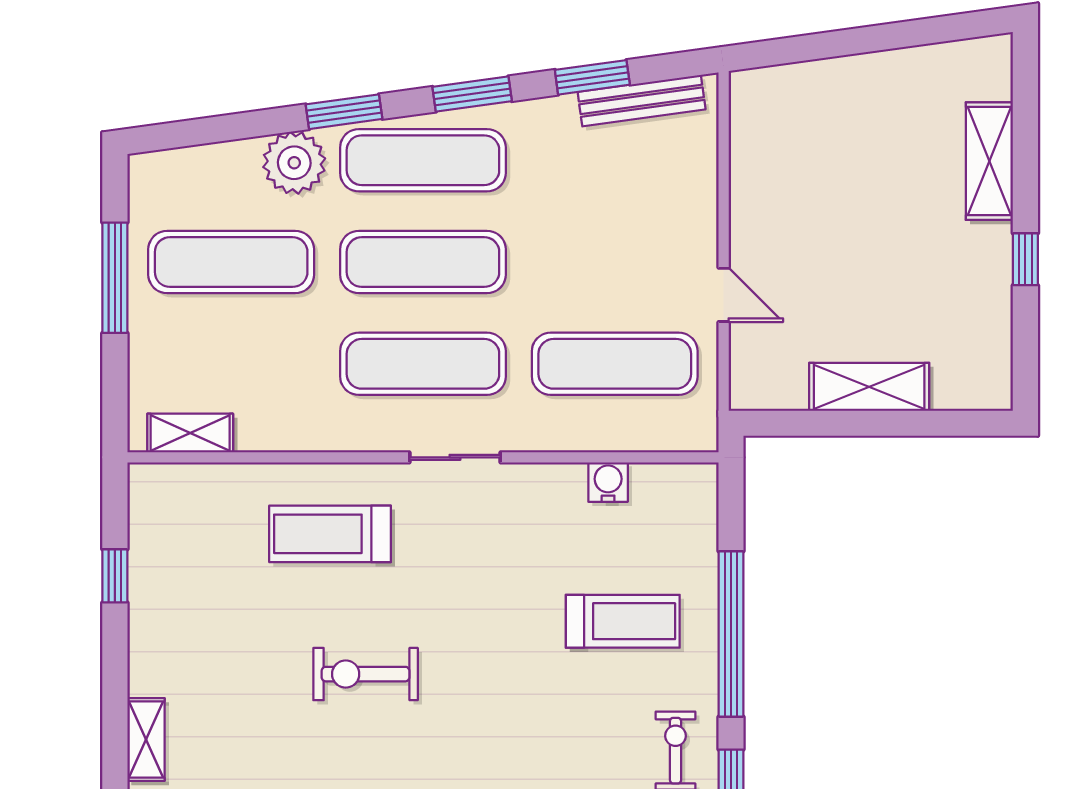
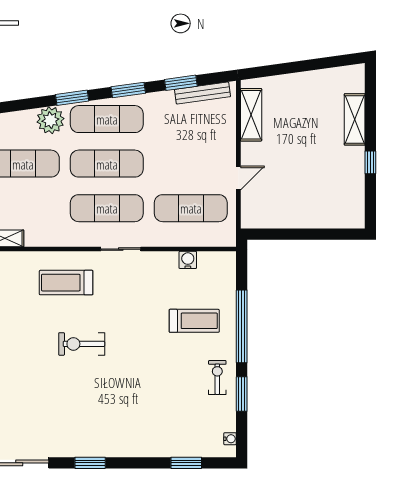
door: (724, 295) -> (238, 178), hinge flipped
shelving: (869, 387) -> (251, 115), moved, turned 90

